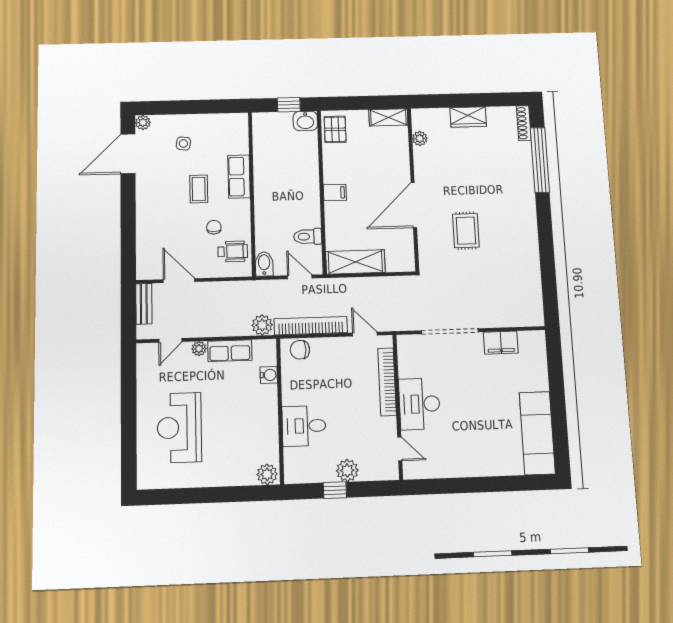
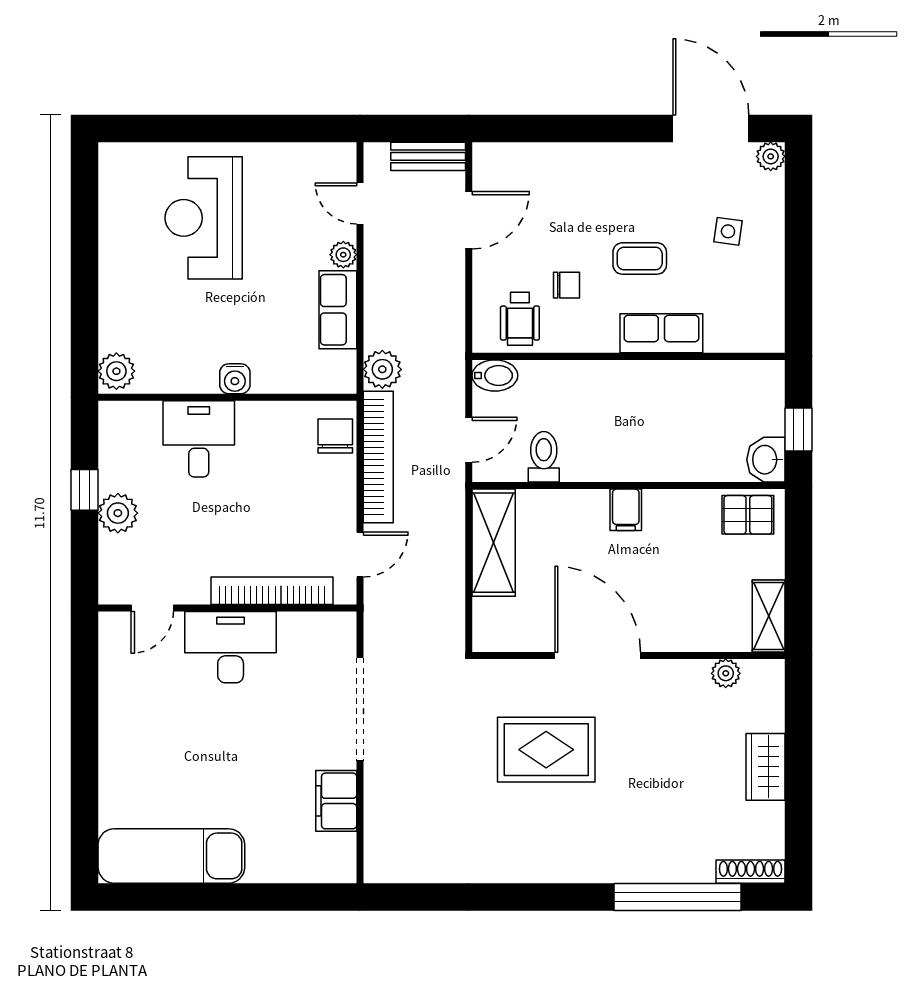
rug: (466, 231) -> (546, 750), width x1.36, depth x1.43
water cooler: (269, 375) -> (235, 379), moved
reception desk: (179, 428) -> (204, 218), turned -90

